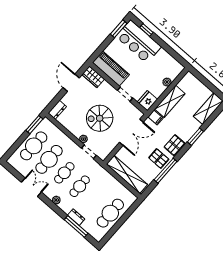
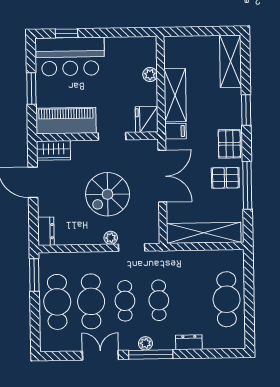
window: (119, 29) -> (31, 89), moved
window: (76, 226) -> (151, 354), moved

